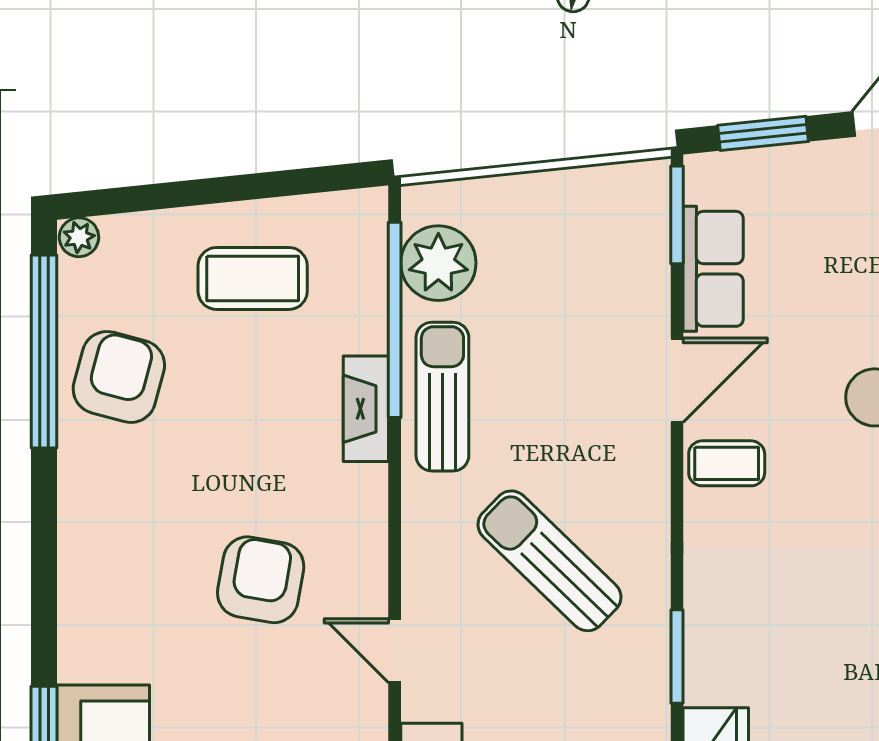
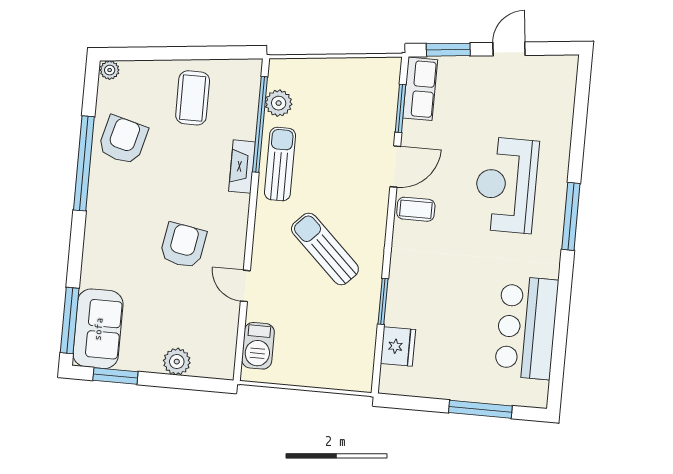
window: (677, 215) -> (401, 108), moved
plant: (438, 263) -> (279, 103), width x0.73, depth x0.73
row of seats: (713, 269) -> (420, 89), moved
coffee table: (253, 278) -> (193, 98), turned 90
window: (44, 351) -> (84, 163), moved

